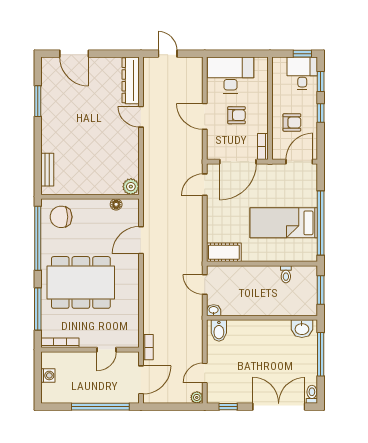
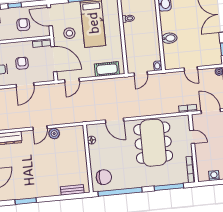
door: (141, 117) -> (40, 128), moved
door: (205, 185) -> (72, 80), hinge flipped
plant: (131, 187) -> (54, 134), moved
stool: (273, 188) -> (69, 33), added
chair: (61, 217) -> (104, 177), turned -90
cot: (224, 252) -> (107, 69), moved, turned 90
dining table: (81, 282) -> (153, 143), moved
bidet: (219, 331) -> (169, 38), moved
door: (205, 373) -> (191, 69), moved

